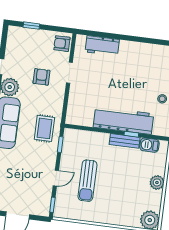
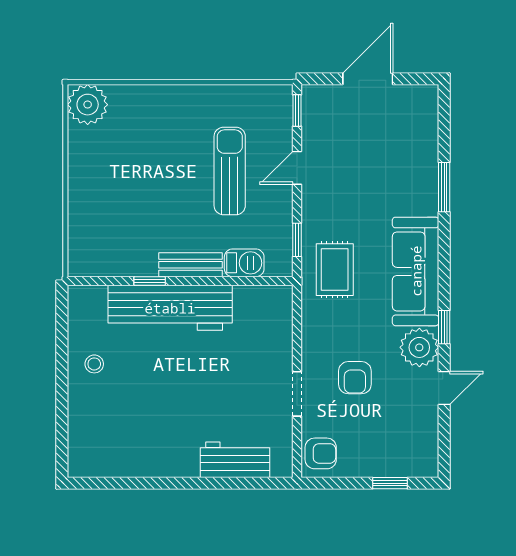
bench: (125, 141) -> (191, 265), moved
barbecue: (149, 145) -> (244, 263), moved
plant: (157, 182) -> (83, 186), removed

